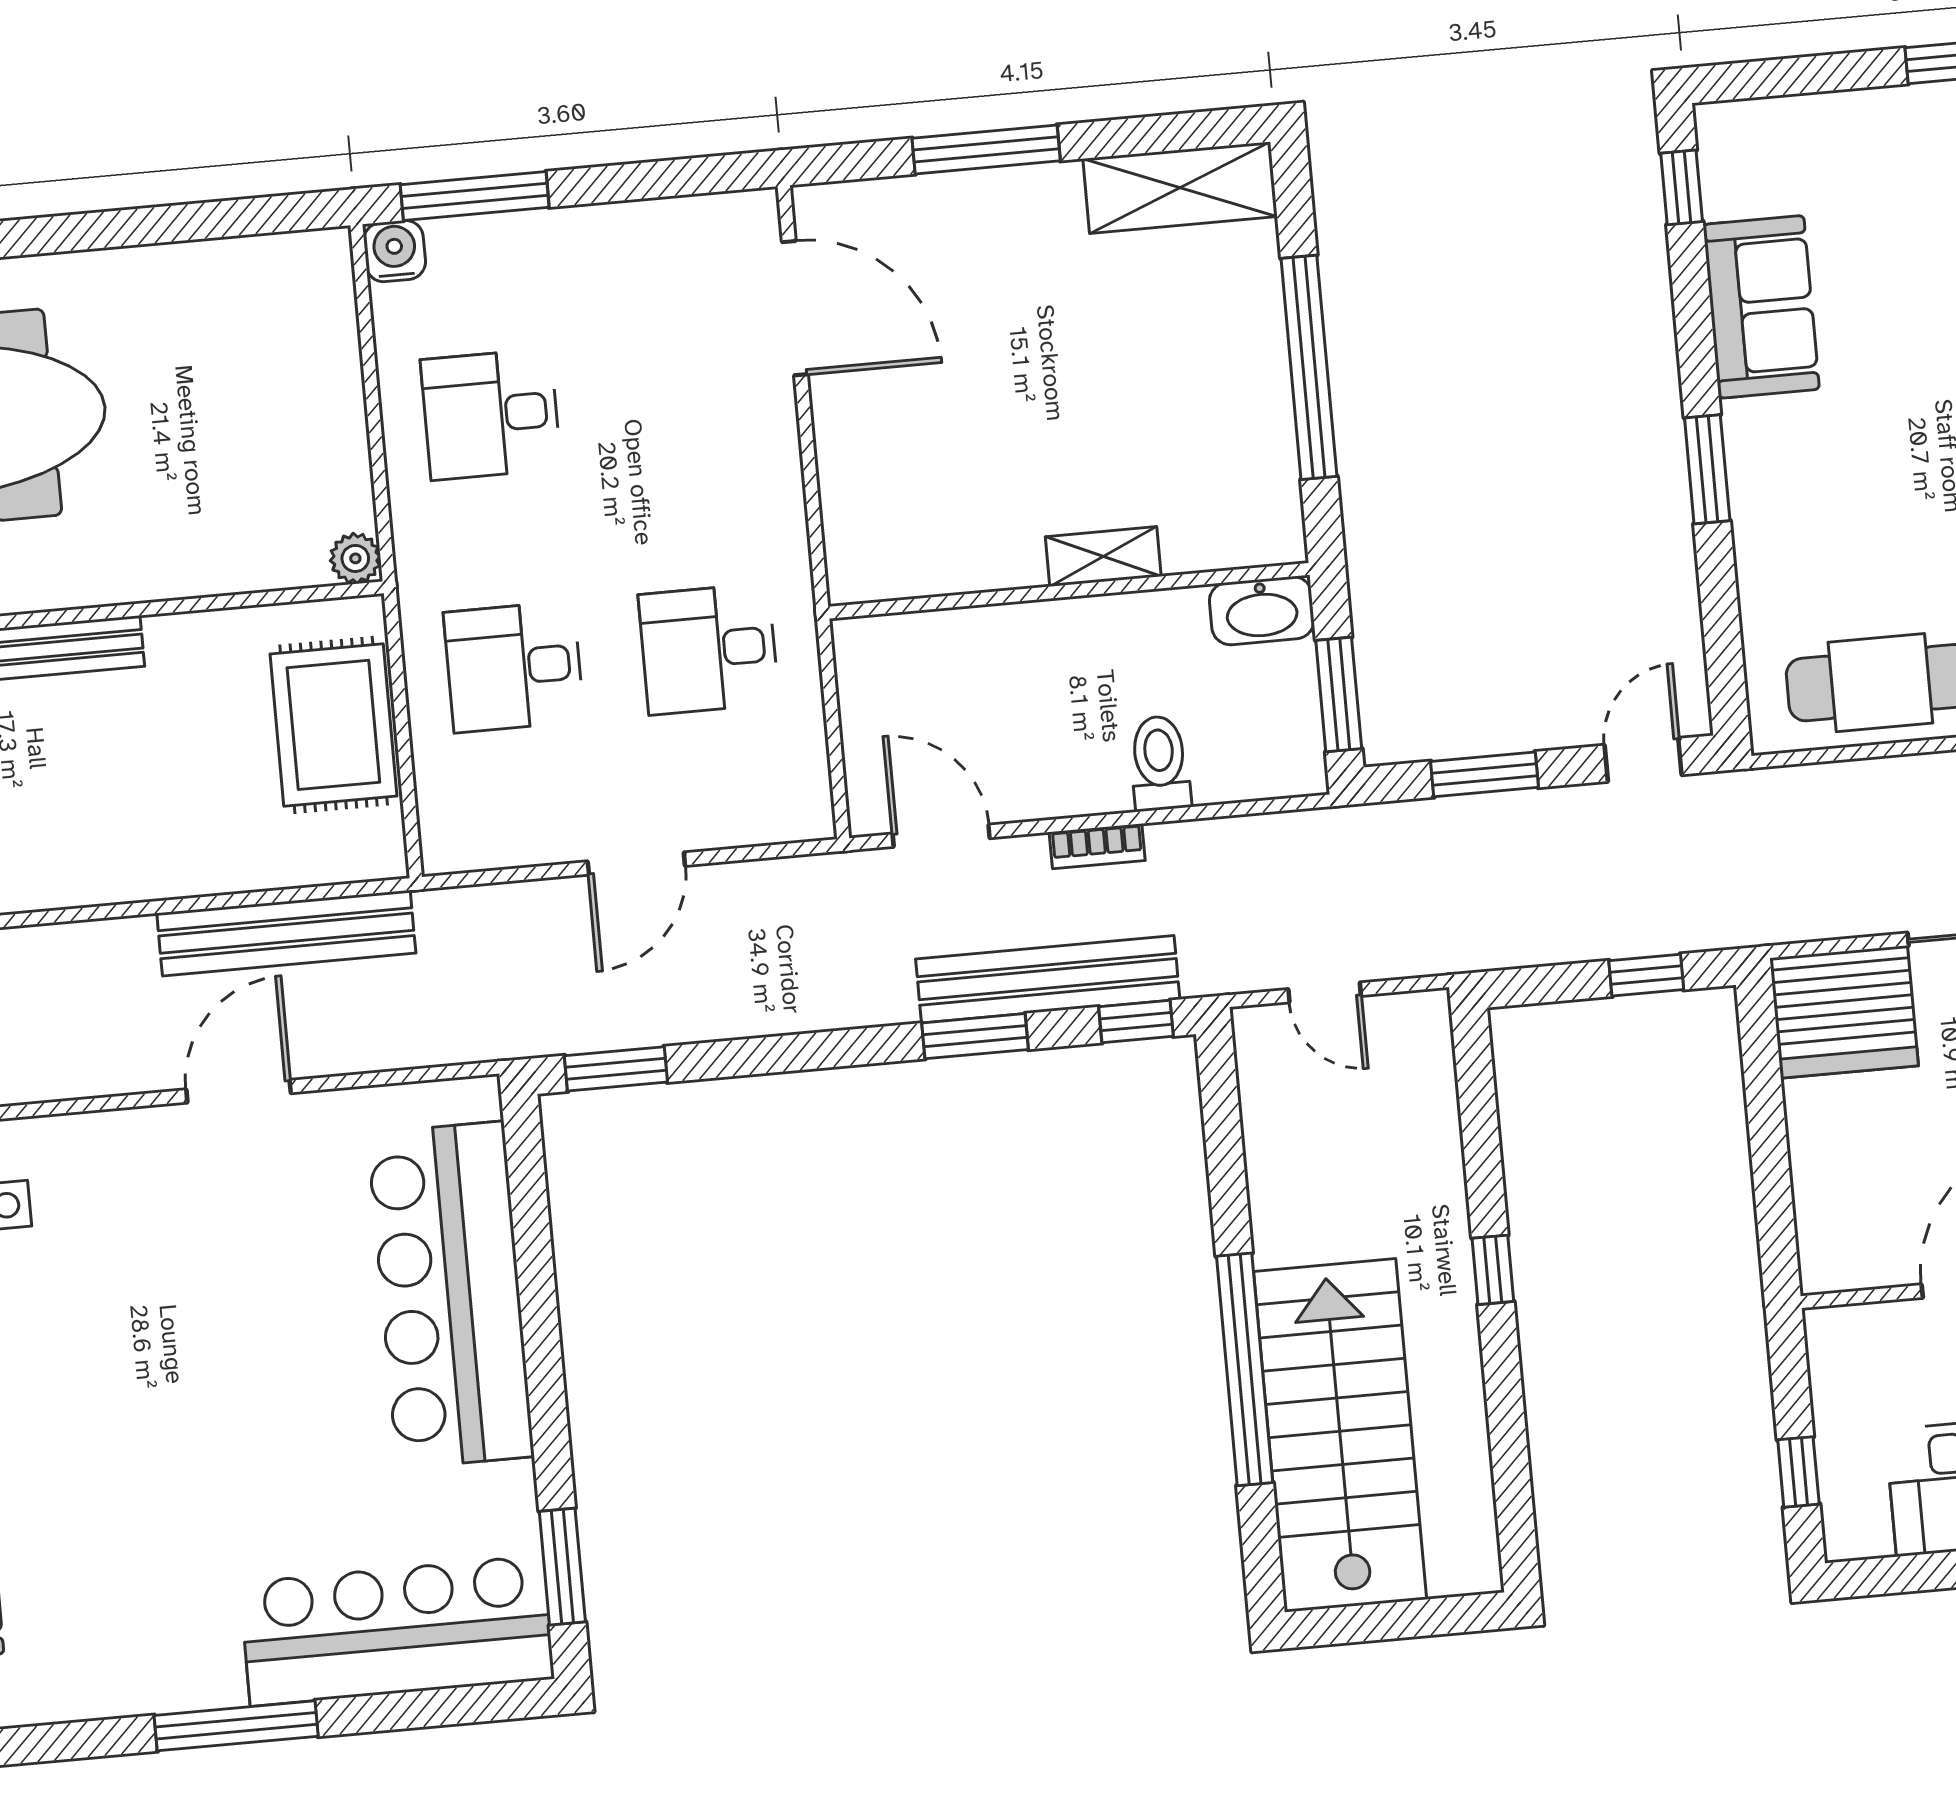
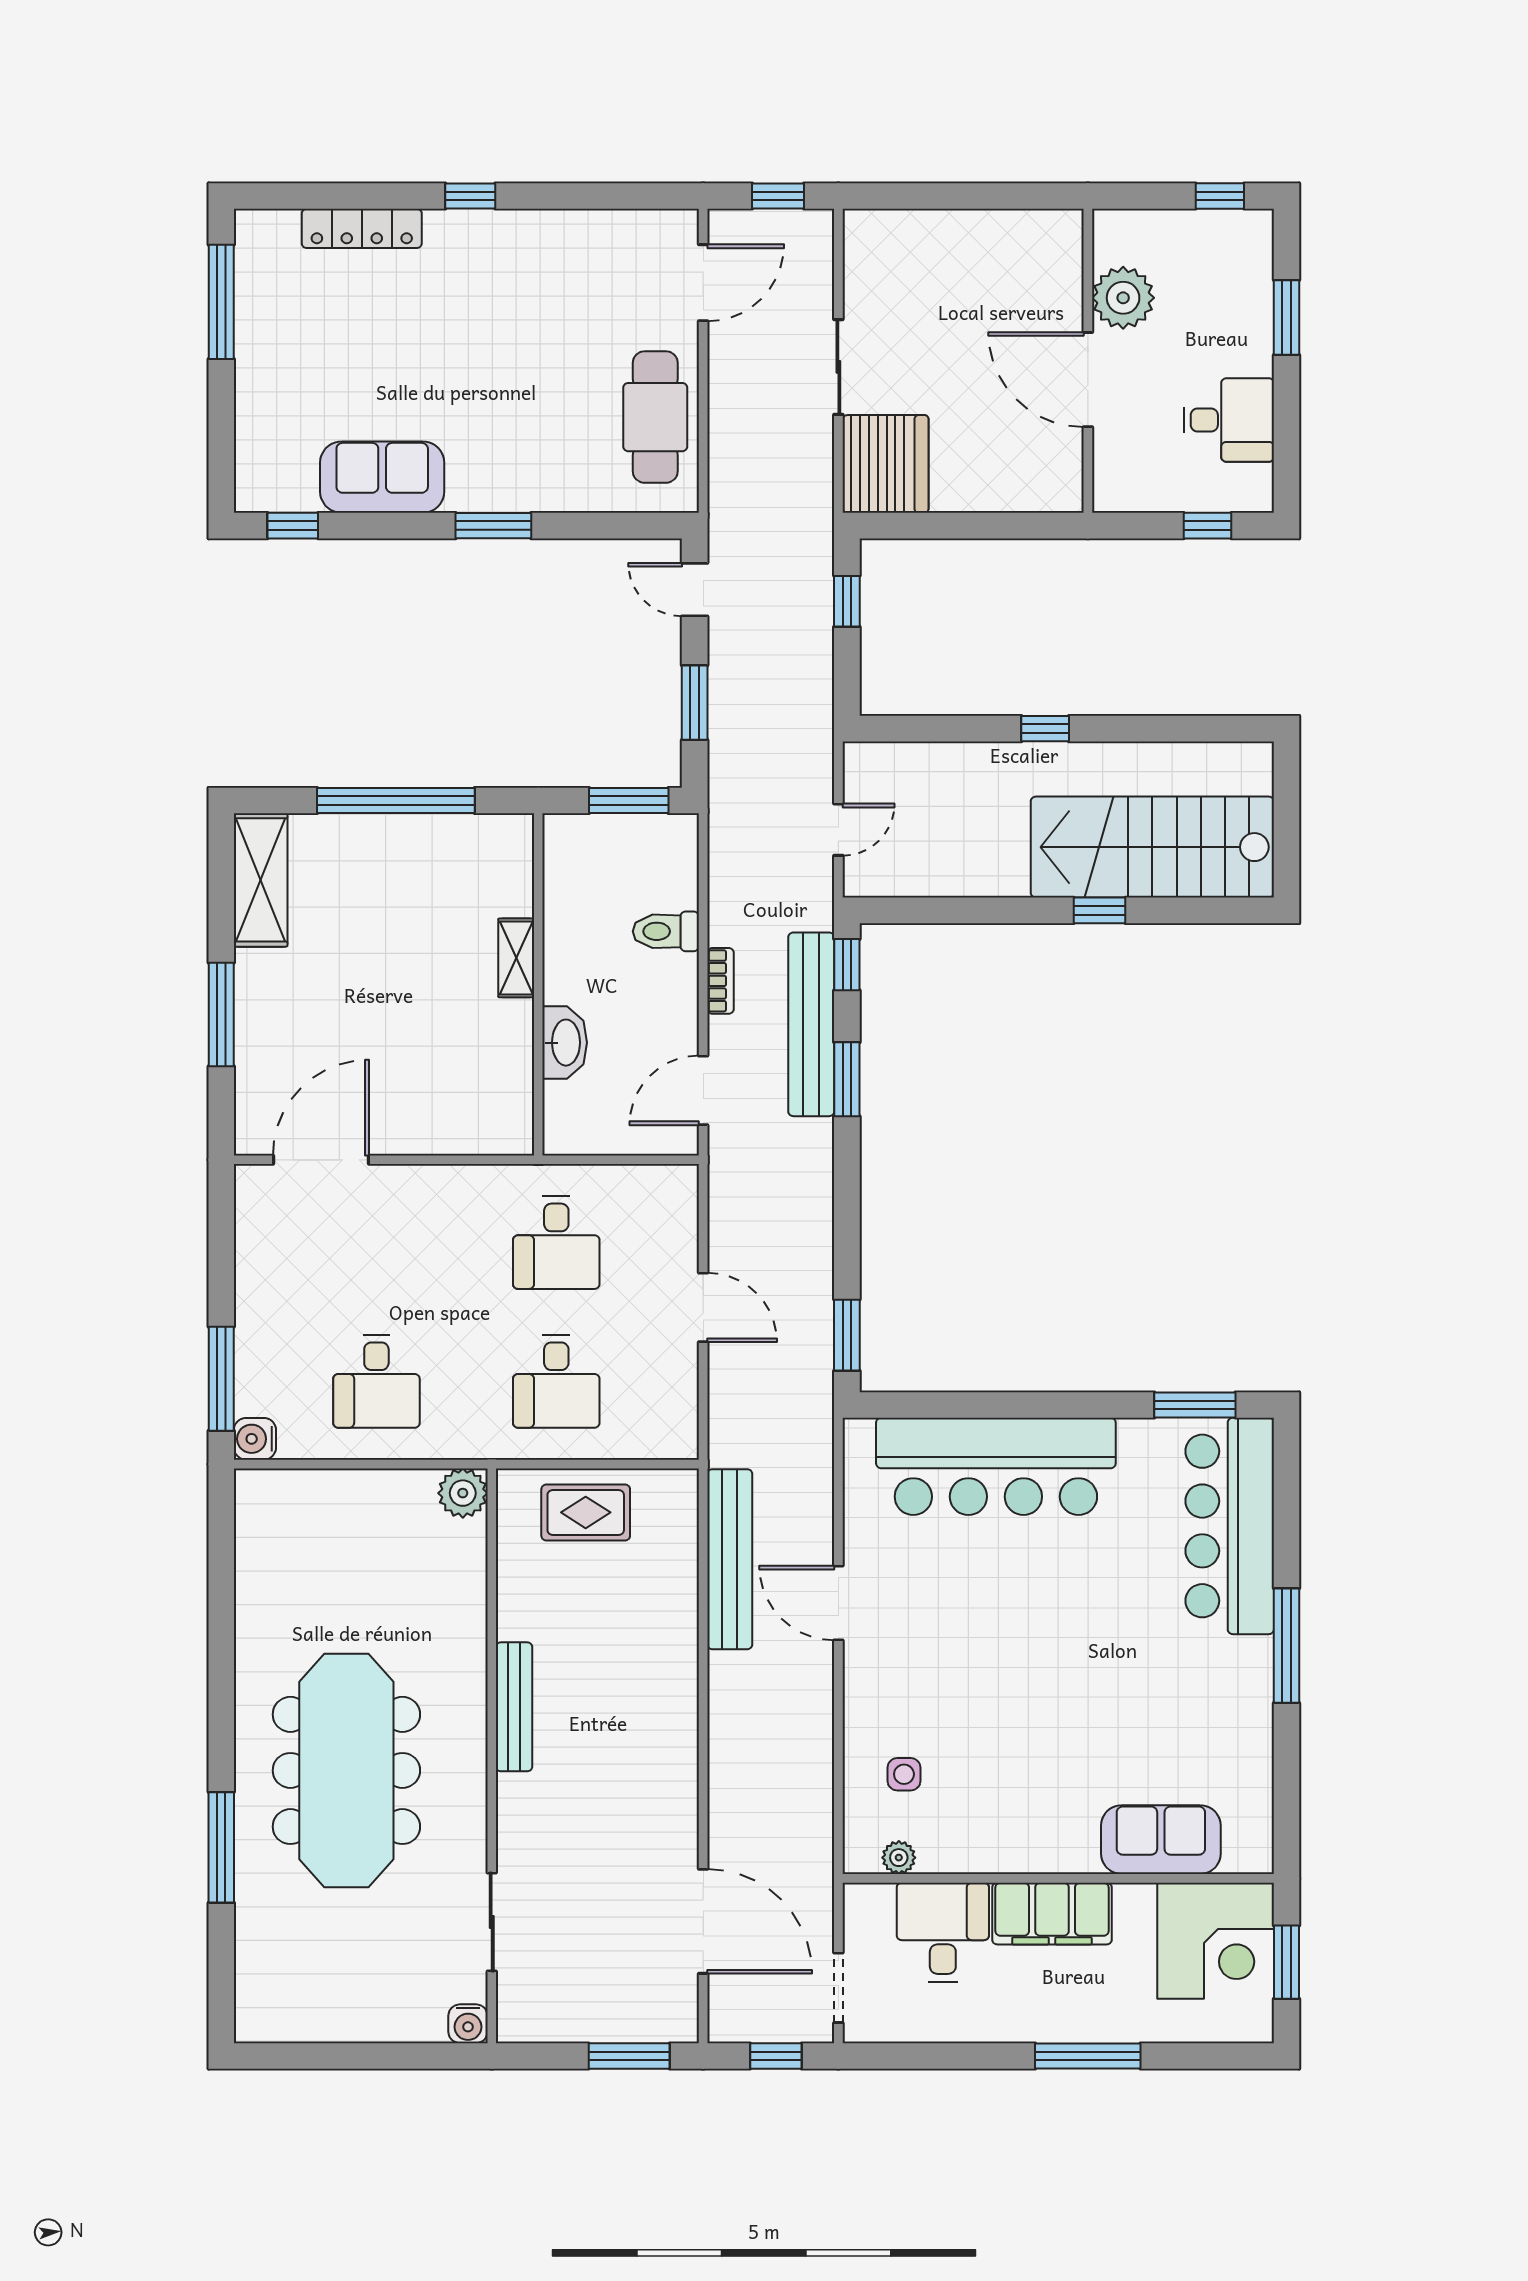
plant: (355, 558) -> (463, 1493), width x1.38, depth x1.38
washbasin: (1262, 611) -> (565, 1043), moved
rug: (333, 725) -> (586, 1512), width x0.73, depth x0.70
window: (1245, 1369) -> (1100, 910), width x0.32

